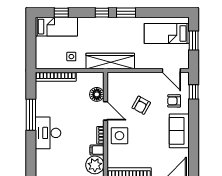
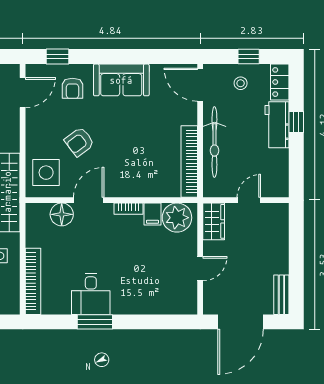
armchair: (141, 105) -> (79, 142), turned 114
window: (31, 115) -> (95, 322), width x0.69
desk: (48, 133) -> (91, 294), moved, width x0.73
side table: (119, 136) -> (46, 173), moved

